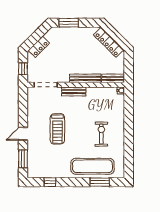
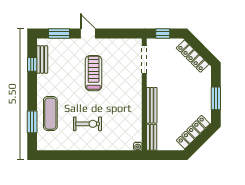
window: (69, 23) -> (216, 98), moved
locker: (39, 47) -> (193, 56), width x1.53
bench: (74, 91) -> (42, 59), moved
treadmill: (57, 129) -> (94, 73), turned 90
exercise mat: (92, 166) -> (50, 114), width x0.73, depth x0.69

